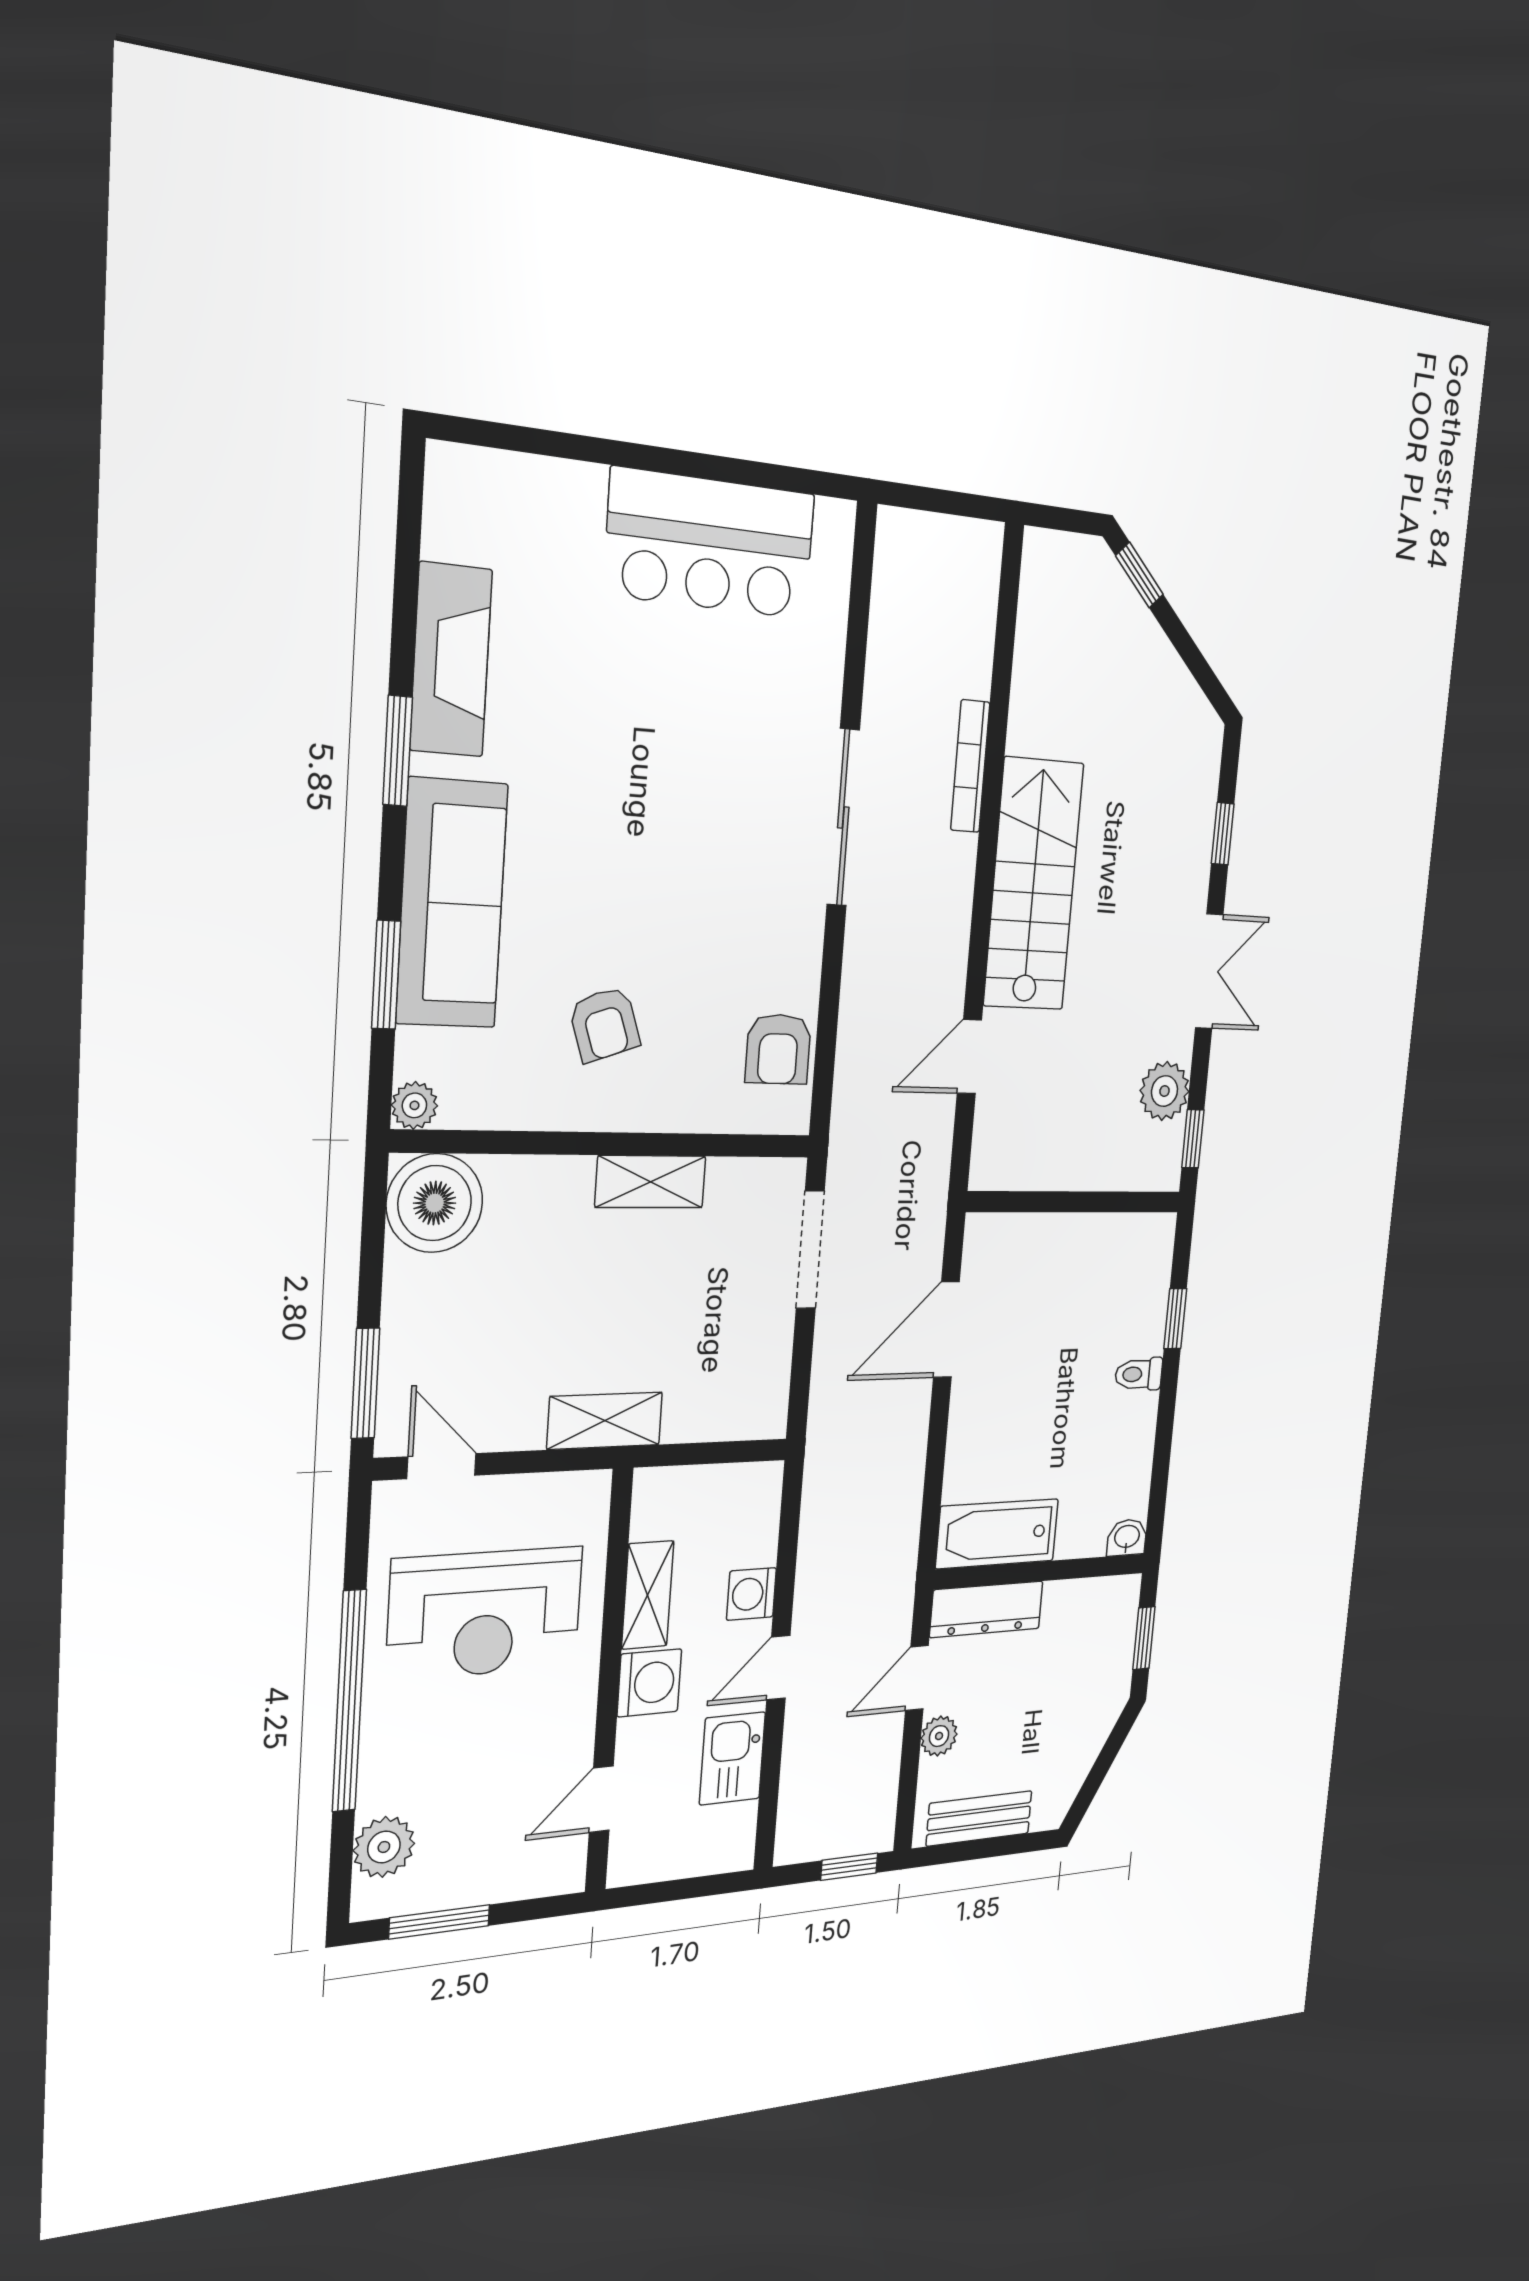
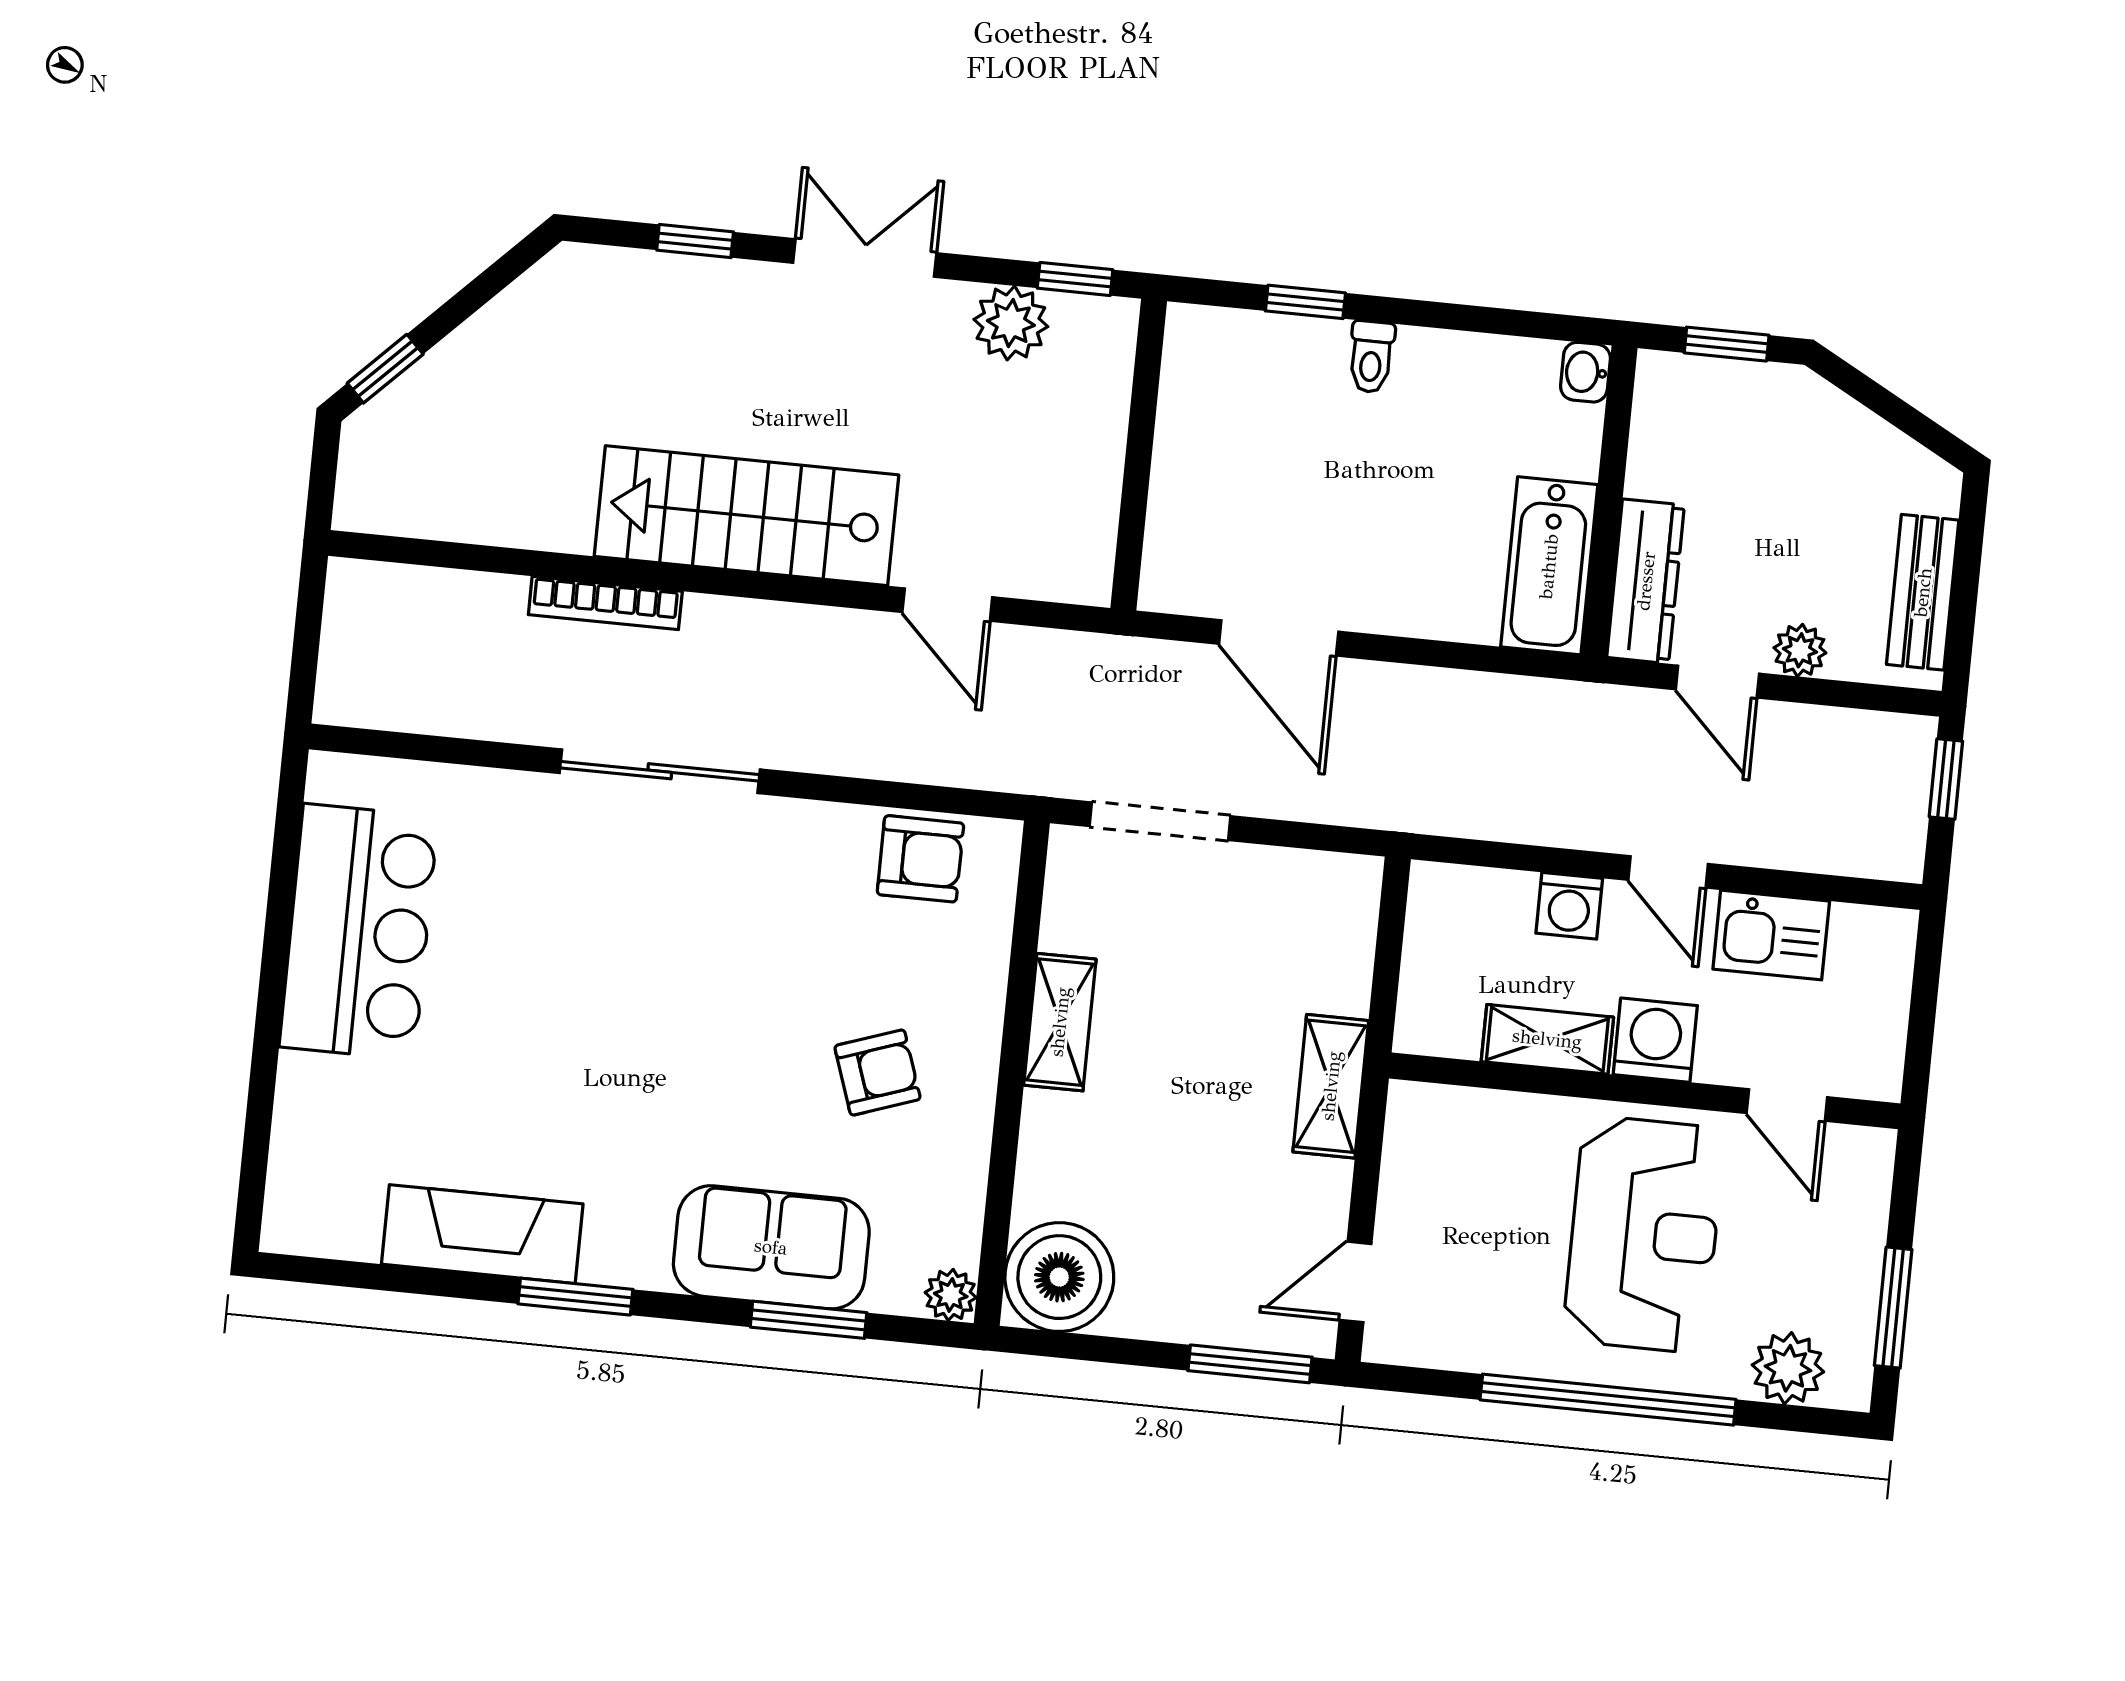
sofa: (452, 904) -> (771, 1247), width x0.73
reception desk: (485, 1613) -> (1644, 1234), moved

